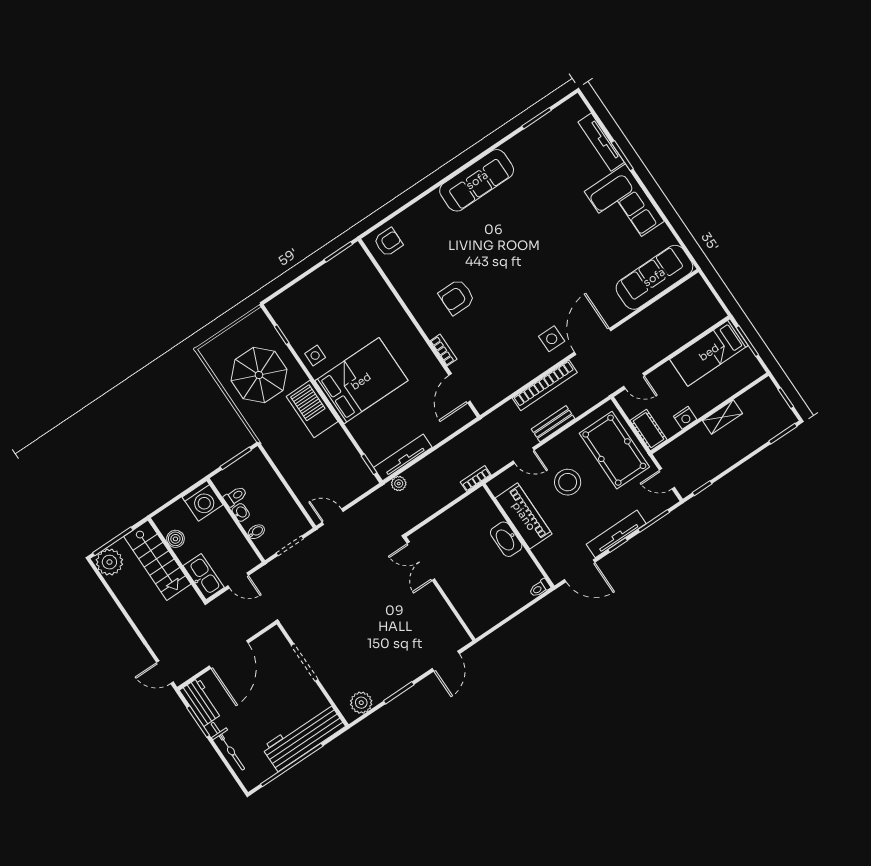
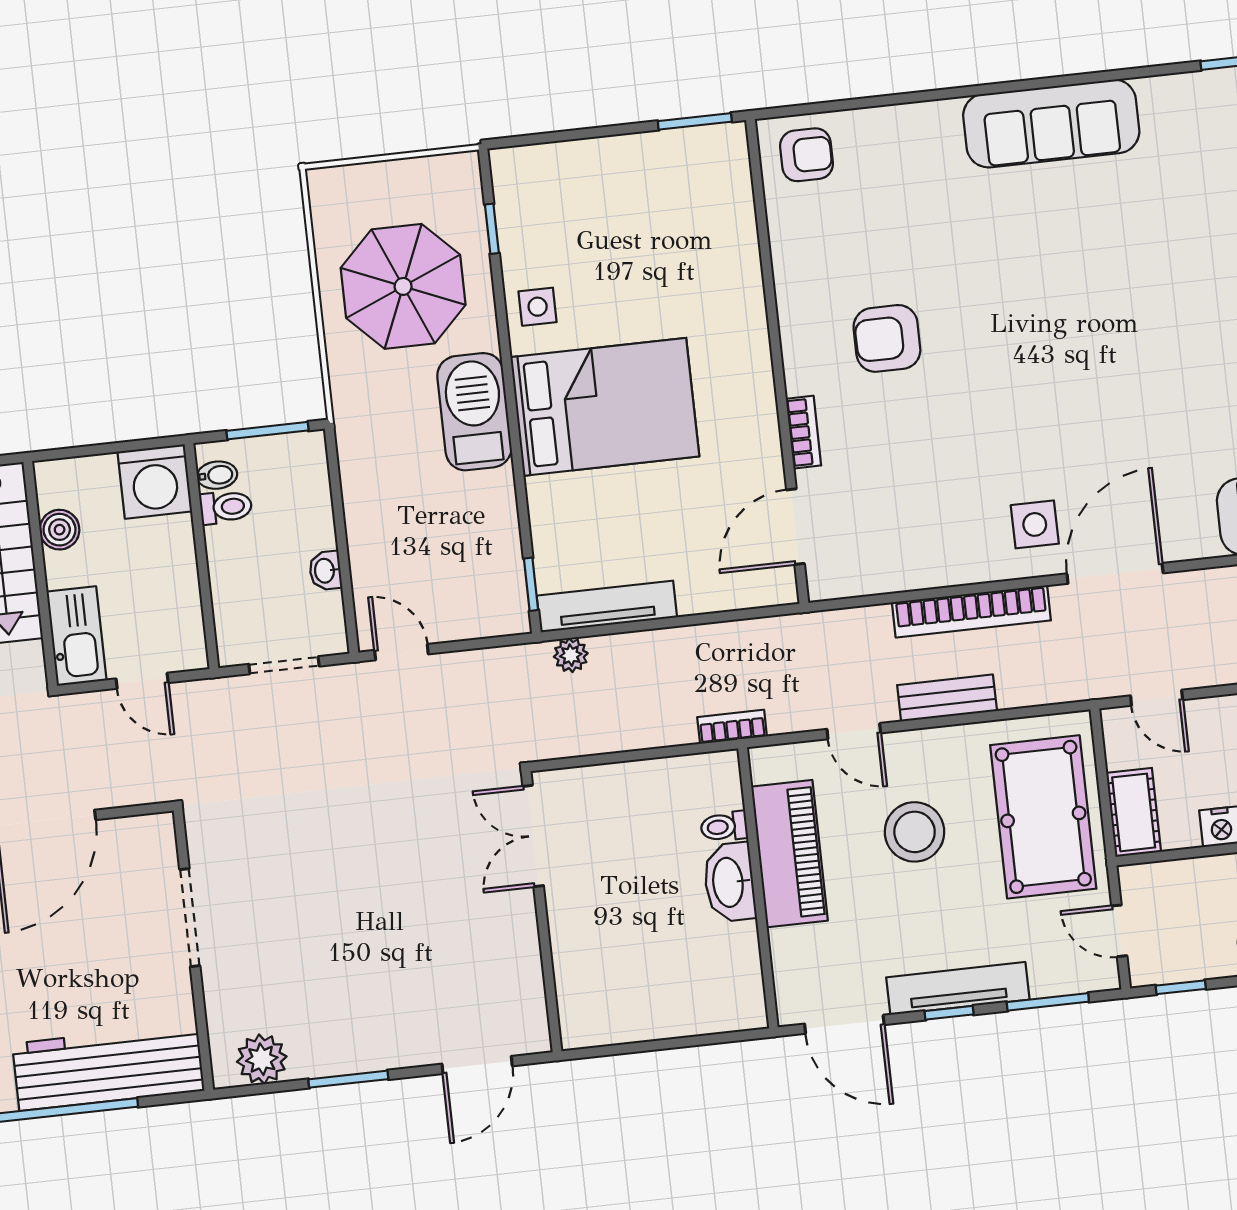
washbasin: (241, 512) -> (325, 571), moved, turned 180
bidet: (256, 532) -> (217, 475), moved
toilet: (540, 588) -> (724, 827), moved

